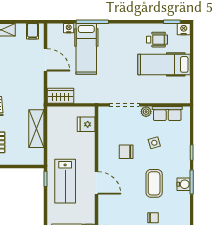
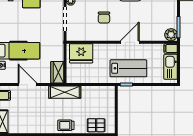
door: (46, 60) -> (28, 85), hinge flipped
fridge: (86, 124) -> (81, 53), width x1.88, depth x1.34
shelving: (36, 129) -> (65, 92), moved

